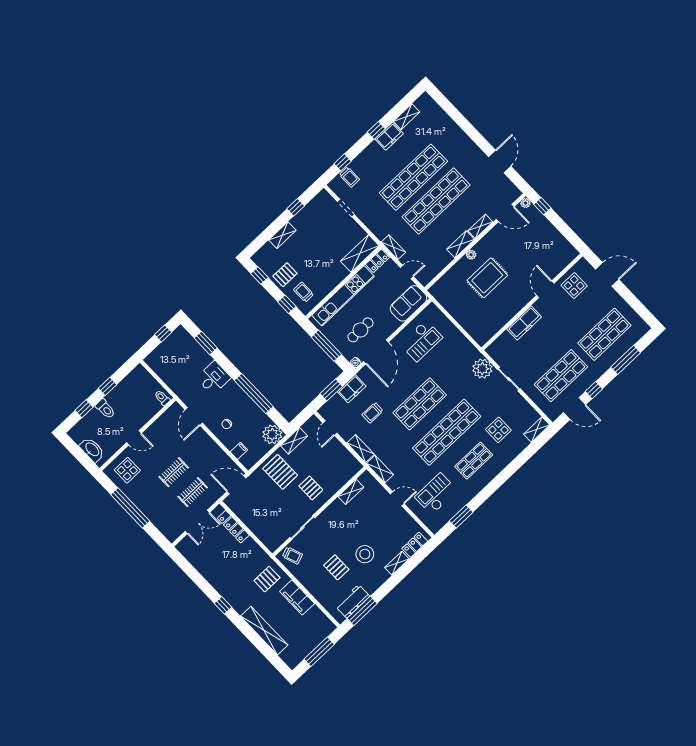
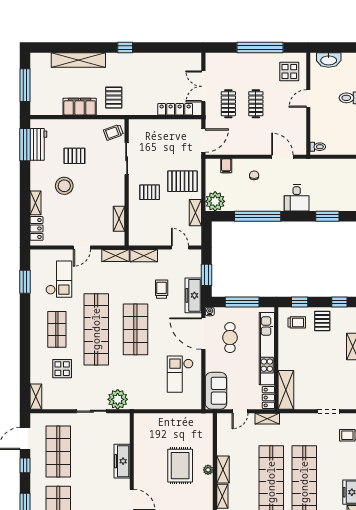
freezer: (352, 389) -> (193, 295), width x1.40

